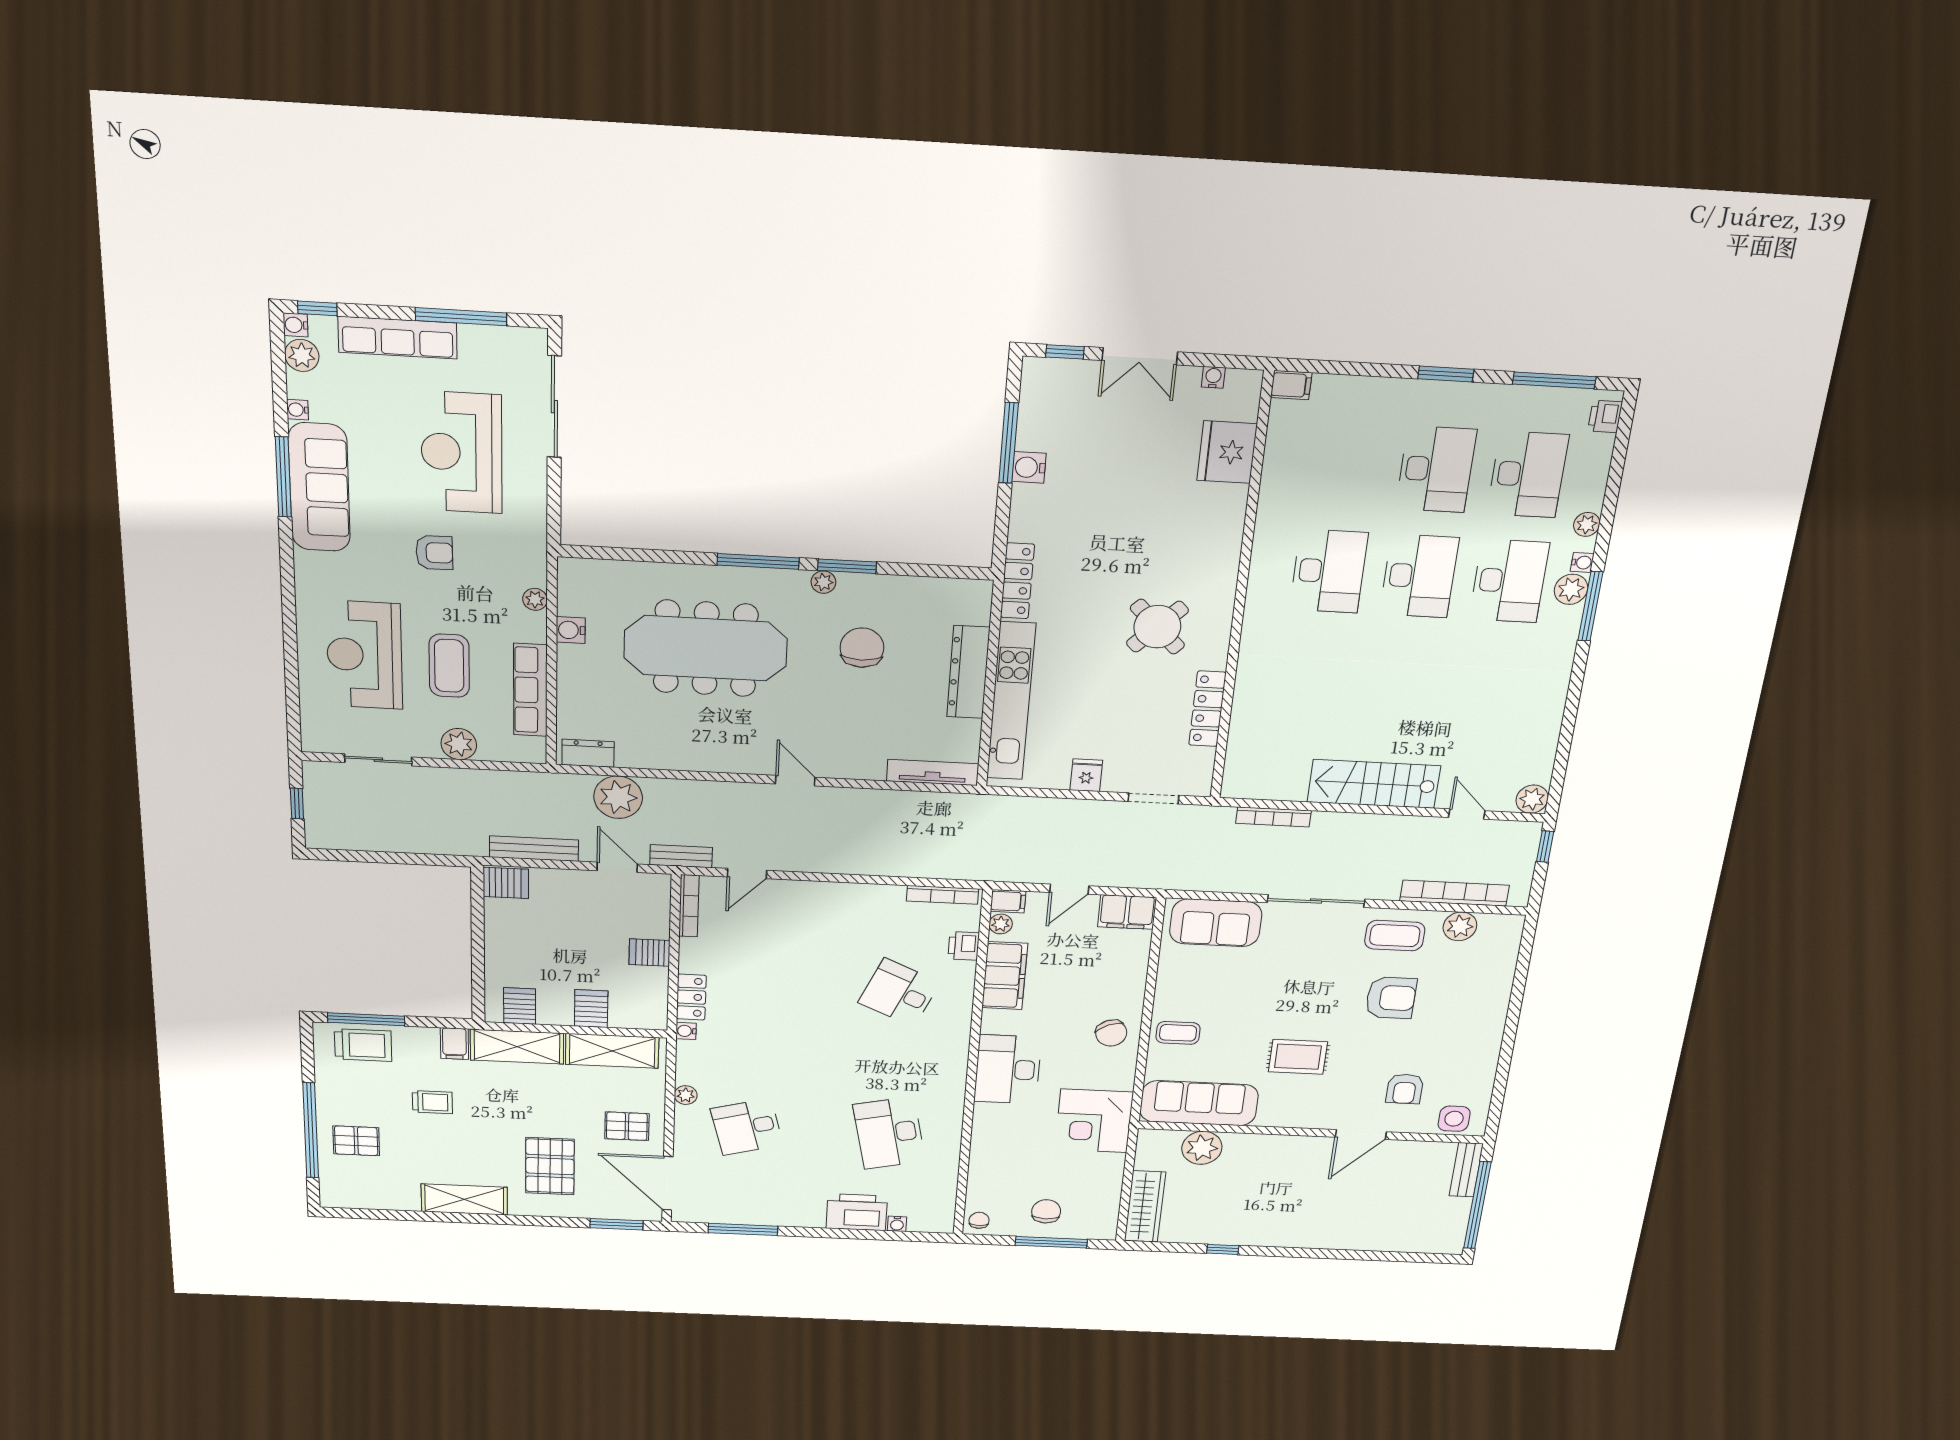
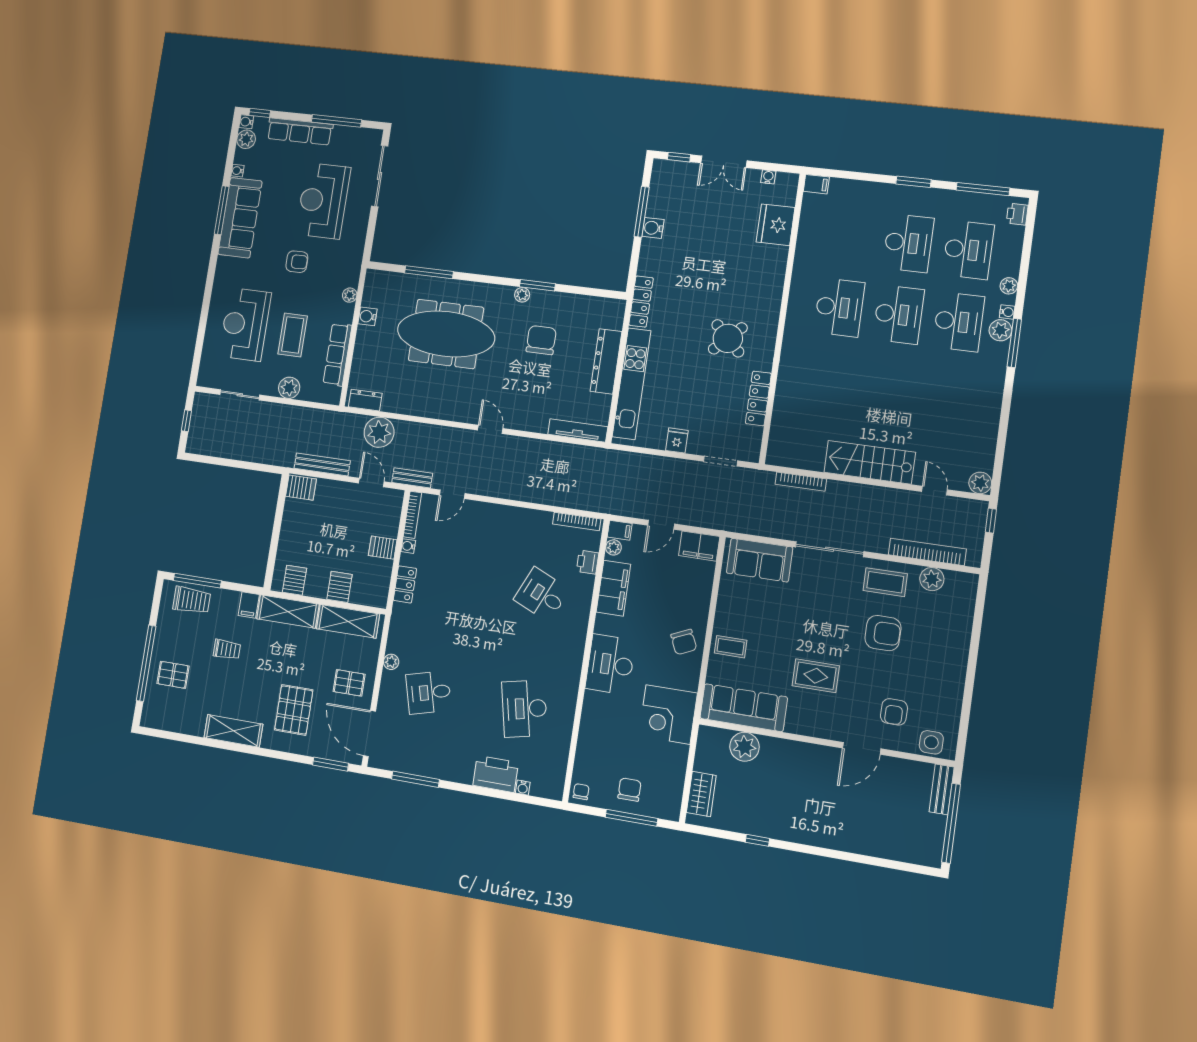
window: (758, 561) -> (429, 272), moved
water cooler: (686, 1031) -> (408, 546), moved
wardrobe: (1145, 1206) -> (701, 794), width x0.67

